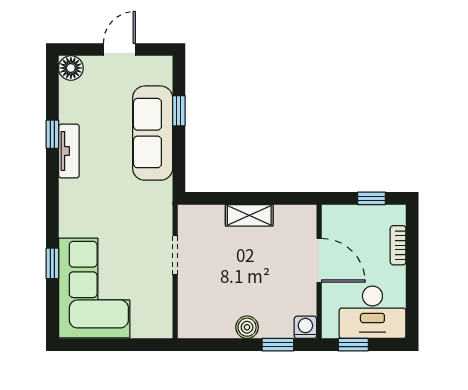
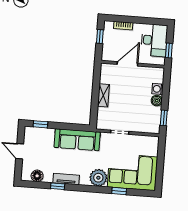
floor lamp: (71, 68) -> (37, 176), moved
window: (179, 111) -> (40, 124), moved
sofa: (153, 133) -> (77, 140), moved
plant: (77, 218) -> (98, 178), added
washing machine: (305, 327) -> (158, 89), moved
window: (278, 345) -> (164, 118), moved

